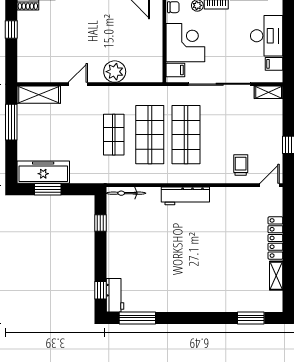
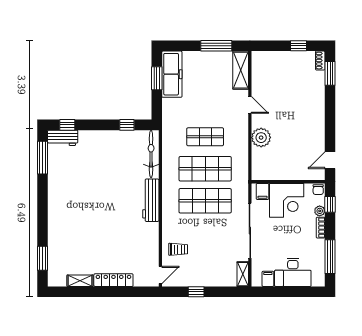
door: (270, 185) -> (160, 275), hinge flipped
bicycle: (126, 193) -> (151, 154), width x1.37, depth x1.40

